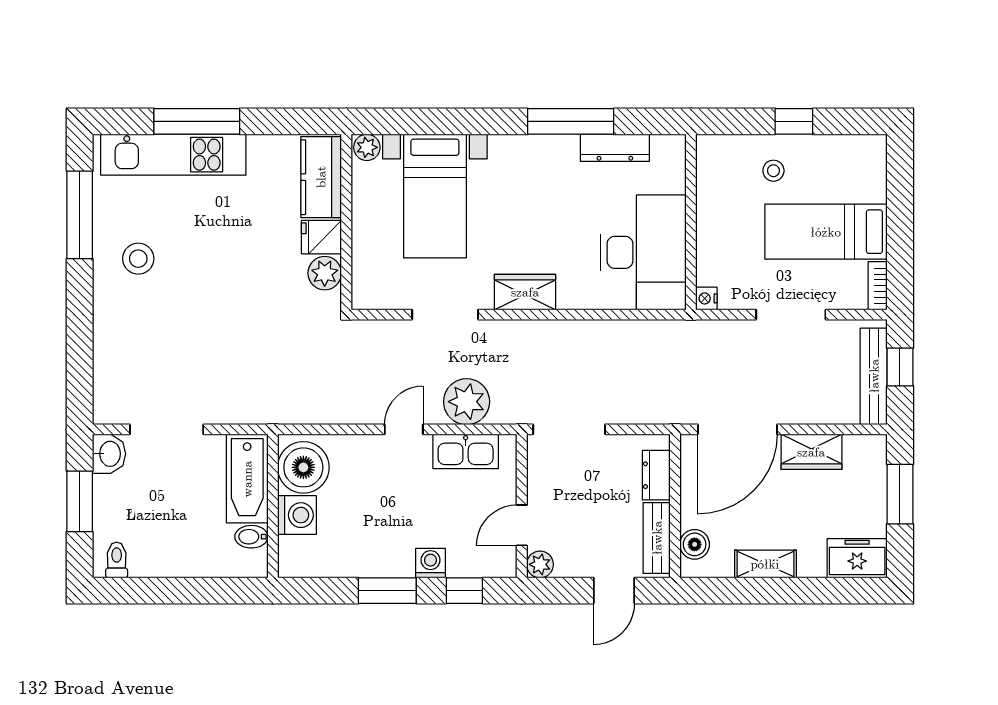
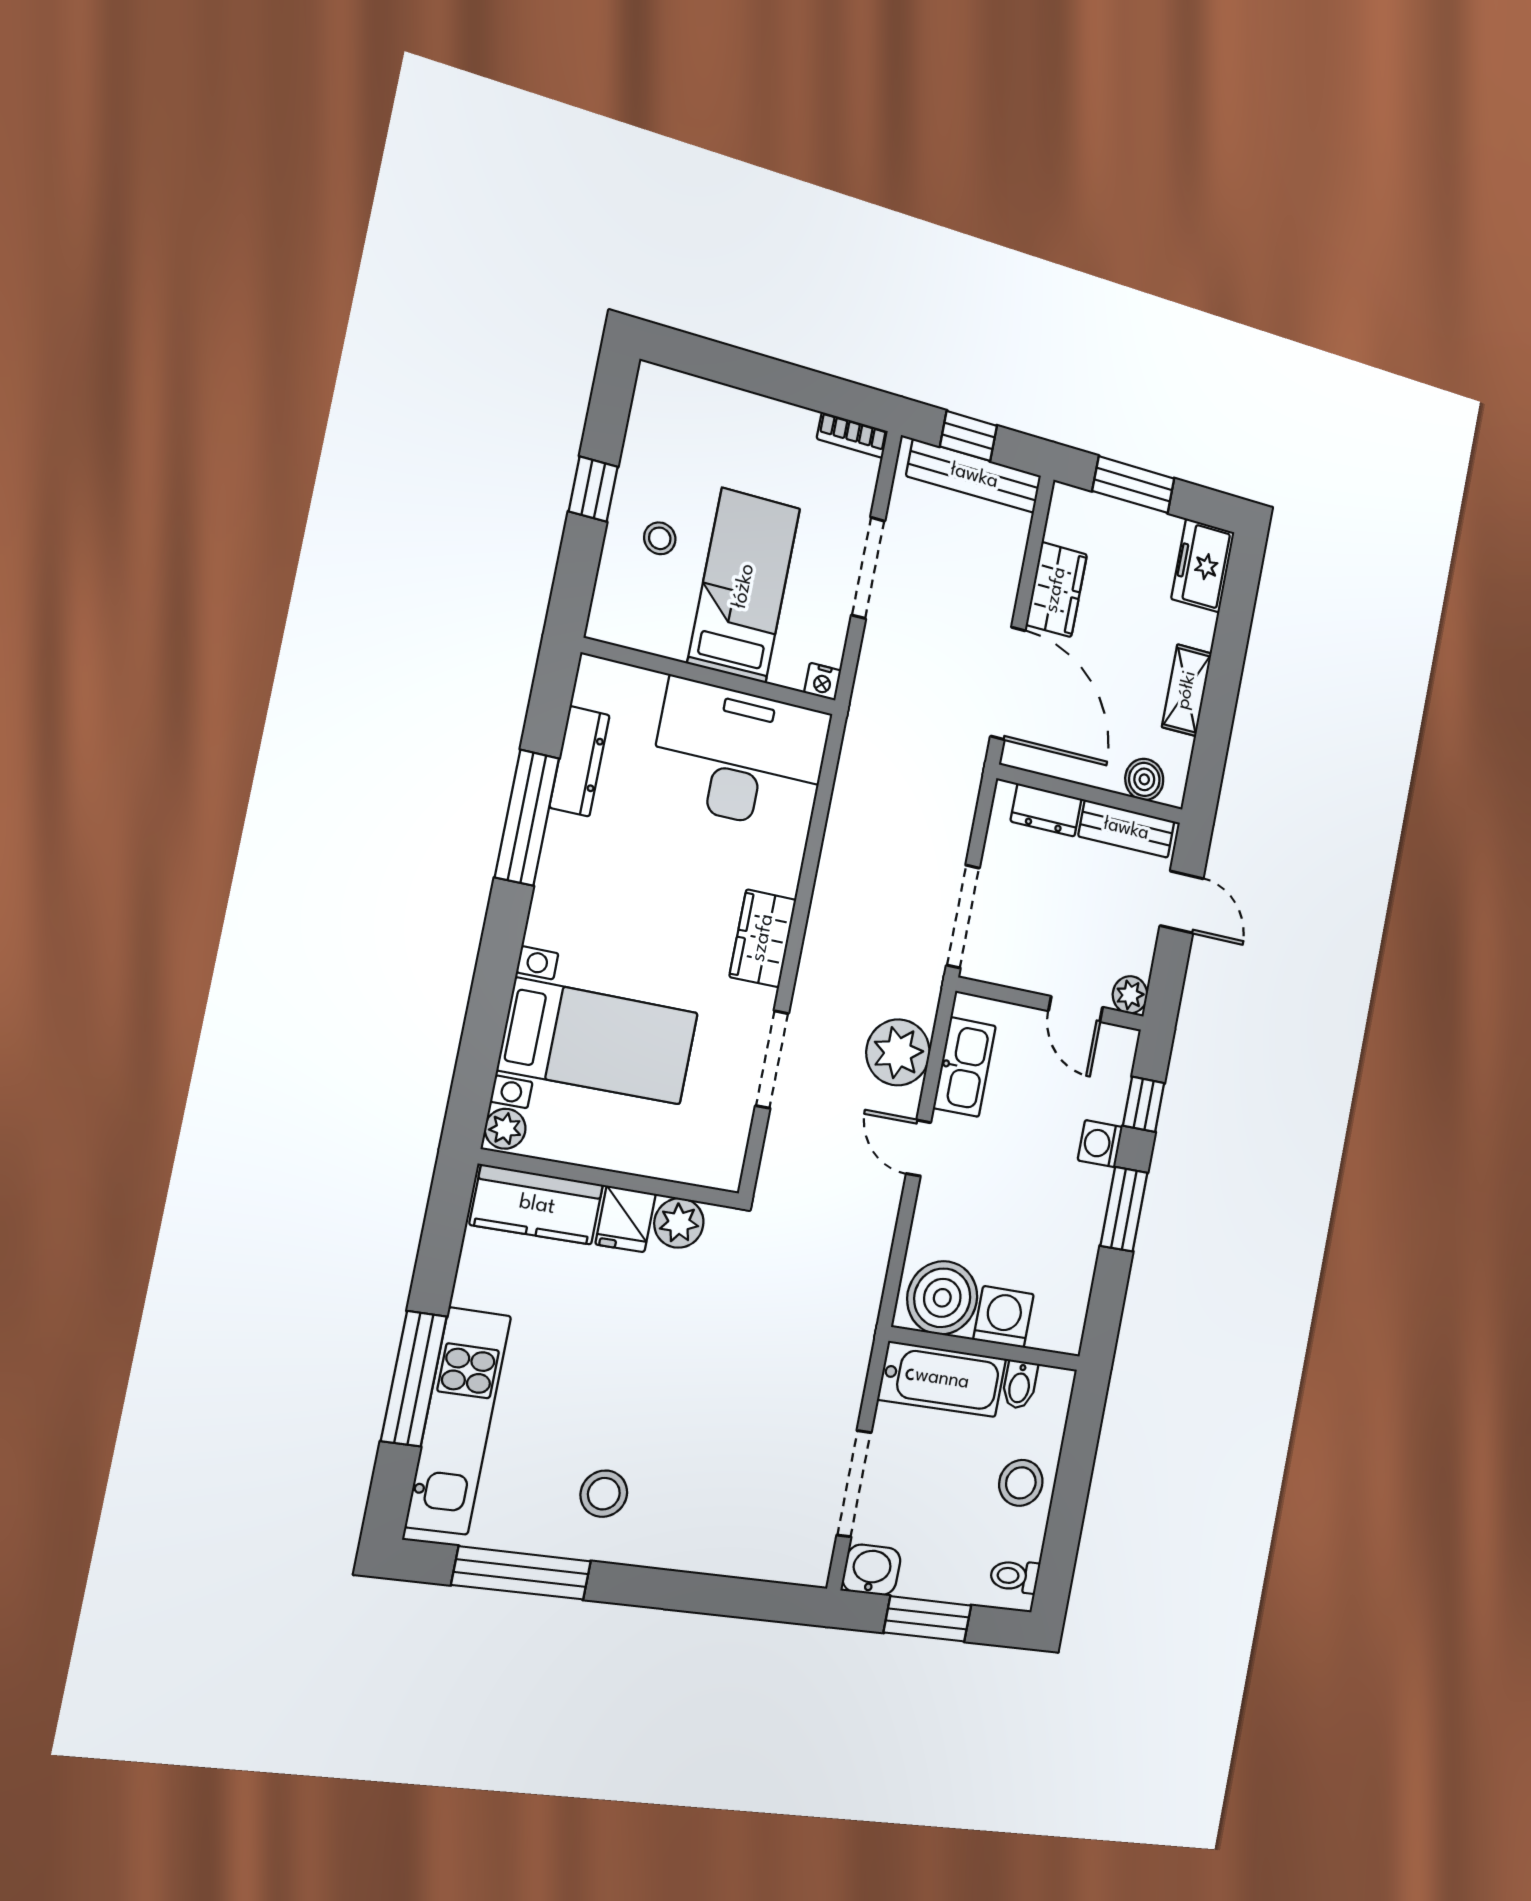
bed: (826, 232) -> (744, 586), moved, turned 180
stool: (183, 551) -> (1021, 1483), added

